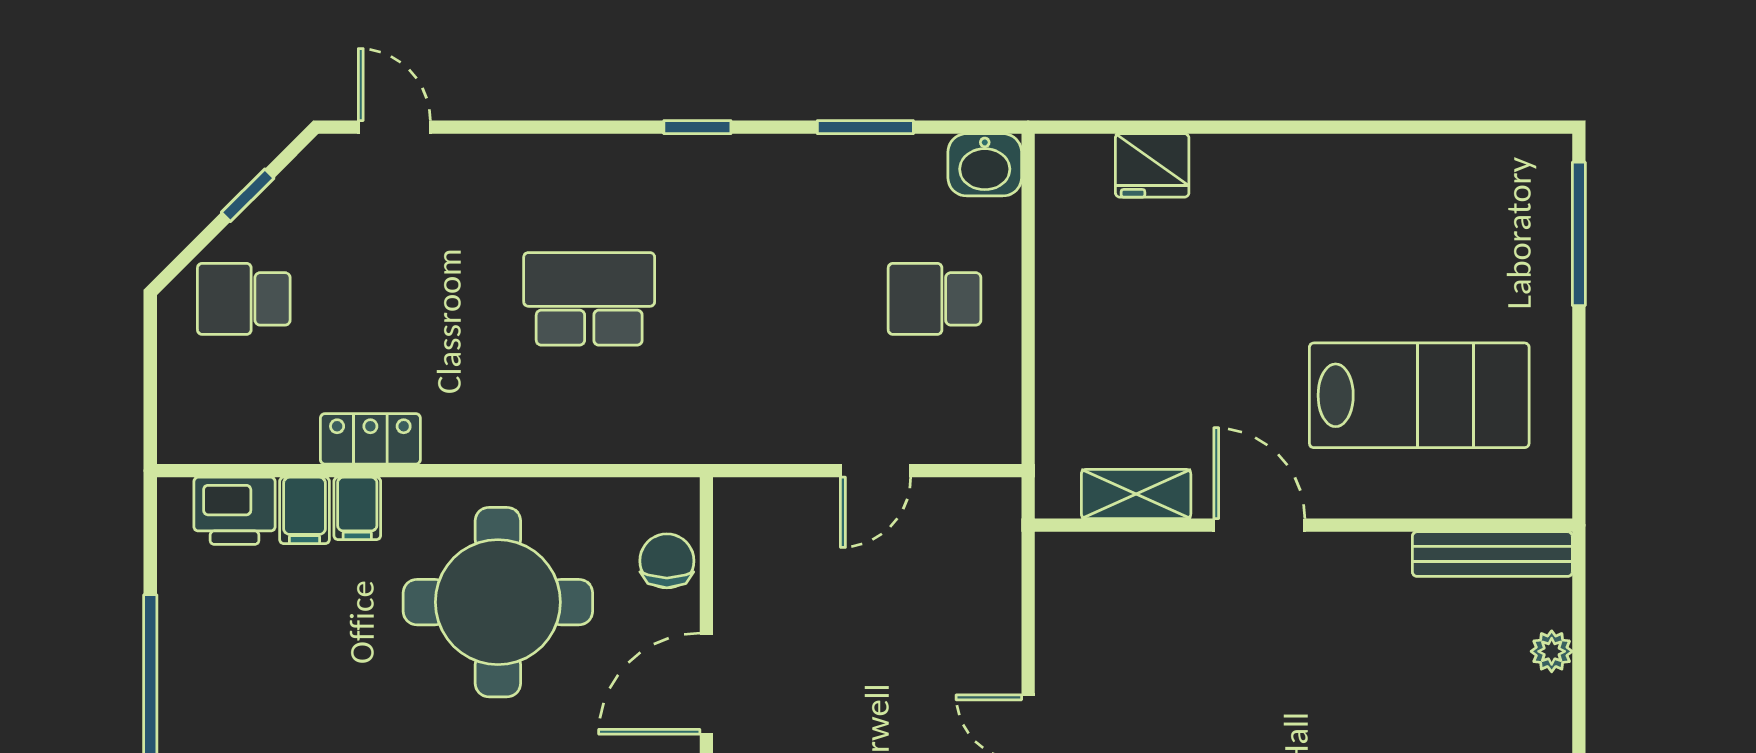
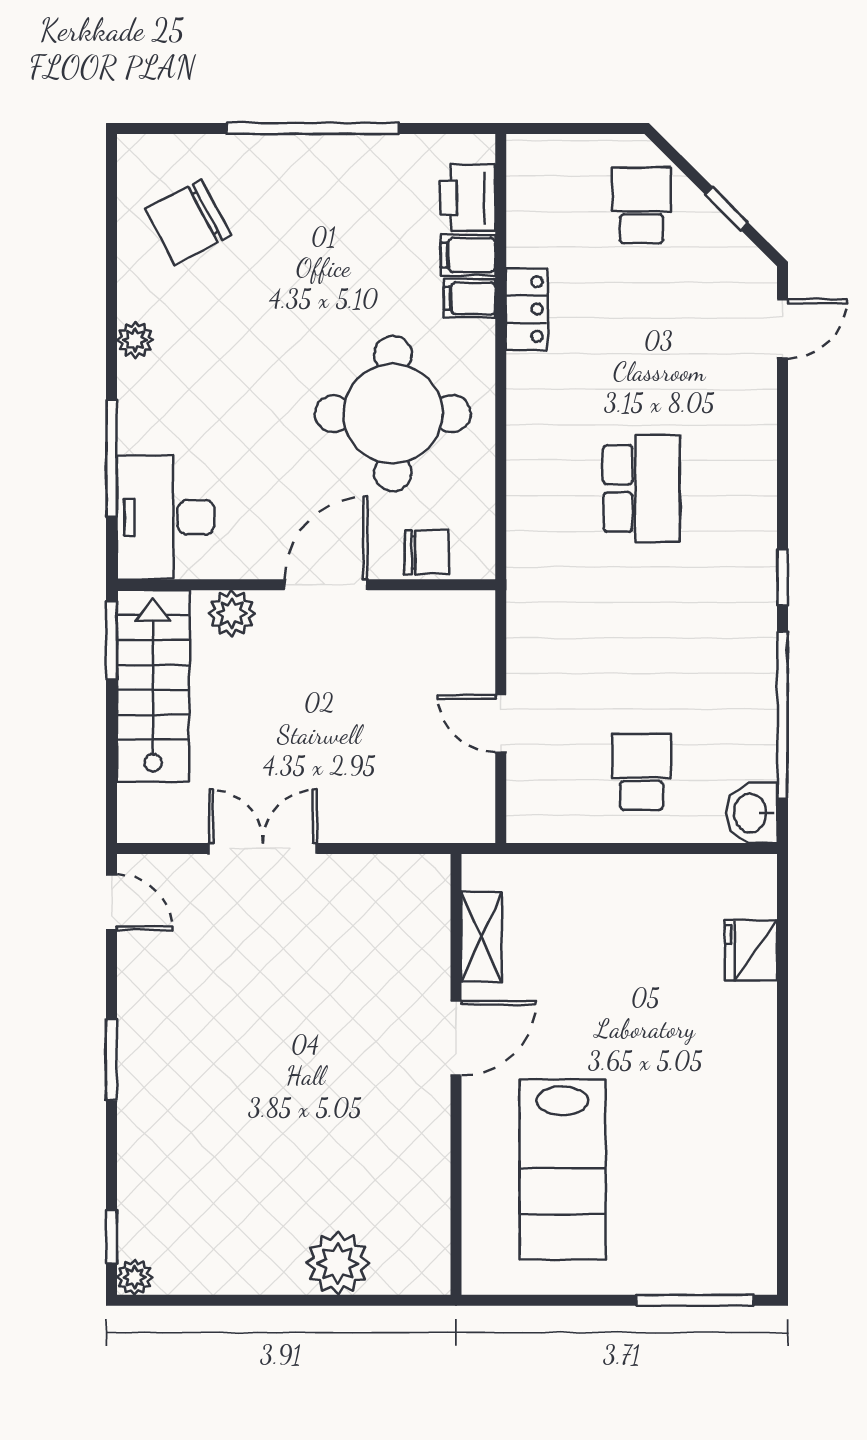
window: (865, 127) -> (782, 715), width x2.11
bench: (1492, 554) -> (432, 1229), removed
plant: (1552, 651) -> (338, 1263), width x1.87, depth x1.87
door: (706, 684) -> (326, 585), hinge flipped

